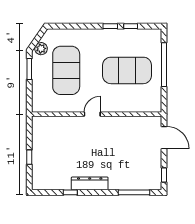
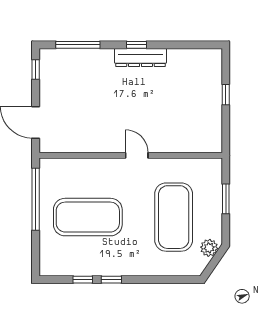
window: (164, 65) -> (36, 199), moved
window: (29, 69) -> (226, 199), moved
door: (92, 114) -> (137, 155), swing flipped
window: (70, 192) -> (137, 45), moved

